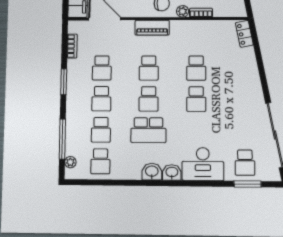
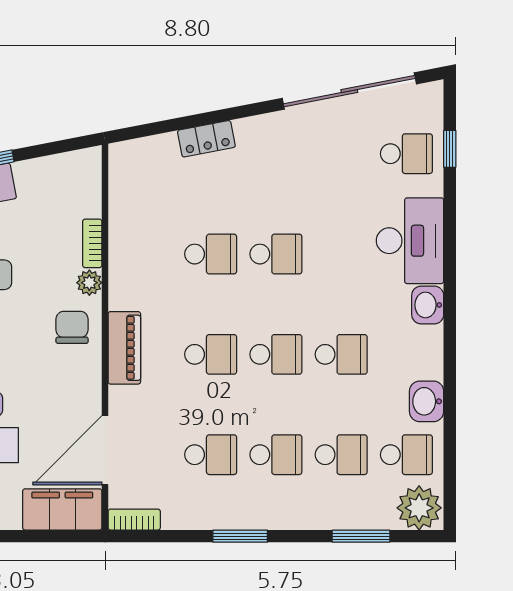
locker: (244, 34) -> (206, 139), moved
bookcase: (72, 46) -> (134, 520), moved
school desk: (148, 130) -> (341, 354), width x0.54
window: (62, 139) -> (361, 536), width x0.69
plant: (70, 162) -> (419, 508), width x1.88, depth x1.88
washbasin: (152, 172) -> (427, 401), moved
window: (248, 184) -> (450, 149), width x0.67

